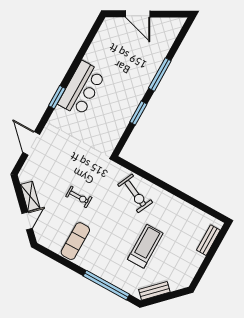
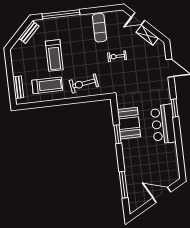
window: (160, 75) -> (123, 185), moved
booth: (118, 116) -> (129, 123), added
exercise bike: (135, 193) -> (84, 83), turned -33
treadmill: (176, 220) -> (47, 85), added
door: (27, 221) -> (138, 19), hinge flipped

